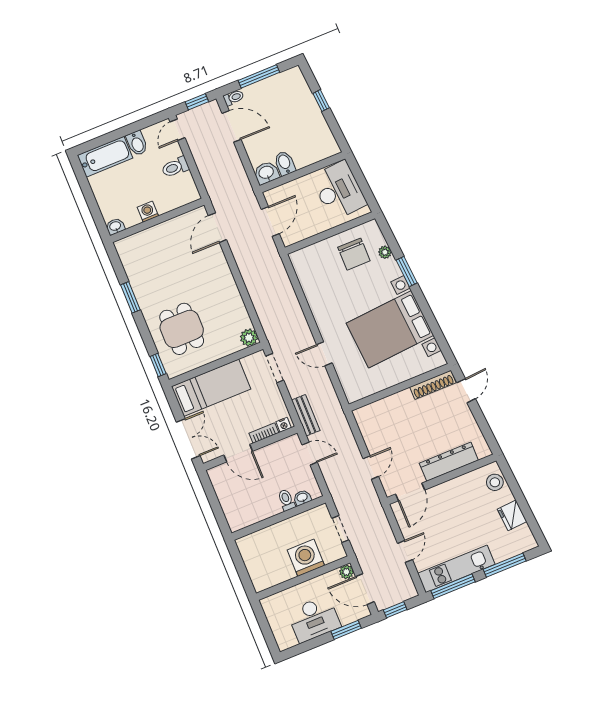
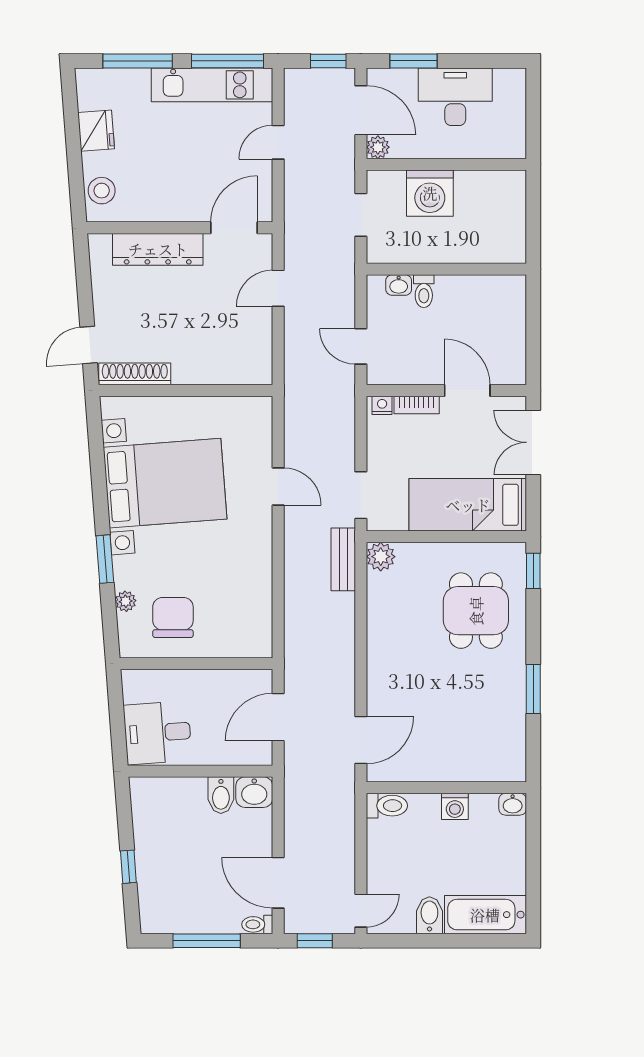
toilet: (175, 167) -> (387, 806), moved
desk: (339, 190) -> (158, 733), width x0.73
bench: (306, 415) -> (343, 559), moved

